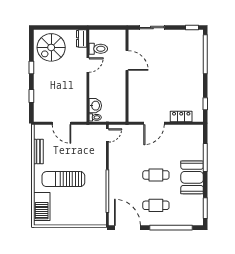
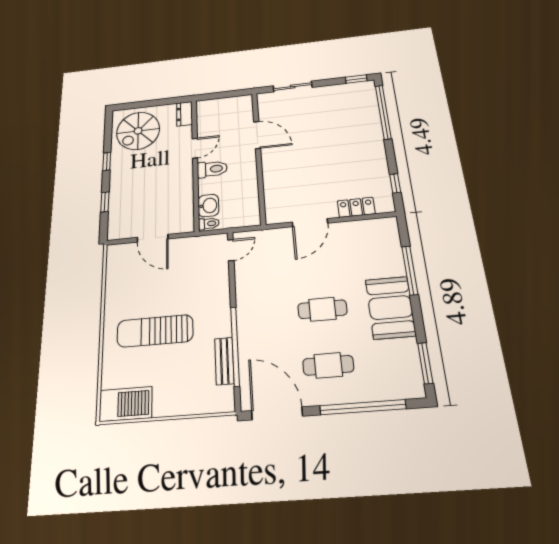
toilet: (98, 49) -> (212, 169), moved
bench: (38, 151) -> (224, 361), moved
barbecue: (42, 206) -> (126, 404), moved, turned -90

